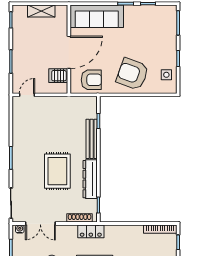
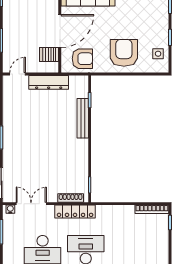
armchair: (132, 74) -> (124, 53), turned 70
rug: (57, 171) -> (48, 151), removed
dresser: (90, 179) -> (49, 82), moved, turned -90
double door: (40, 224) -> (31, 204), swing flipped
locker: (91, 231) -> (75, 212), width x1.53

